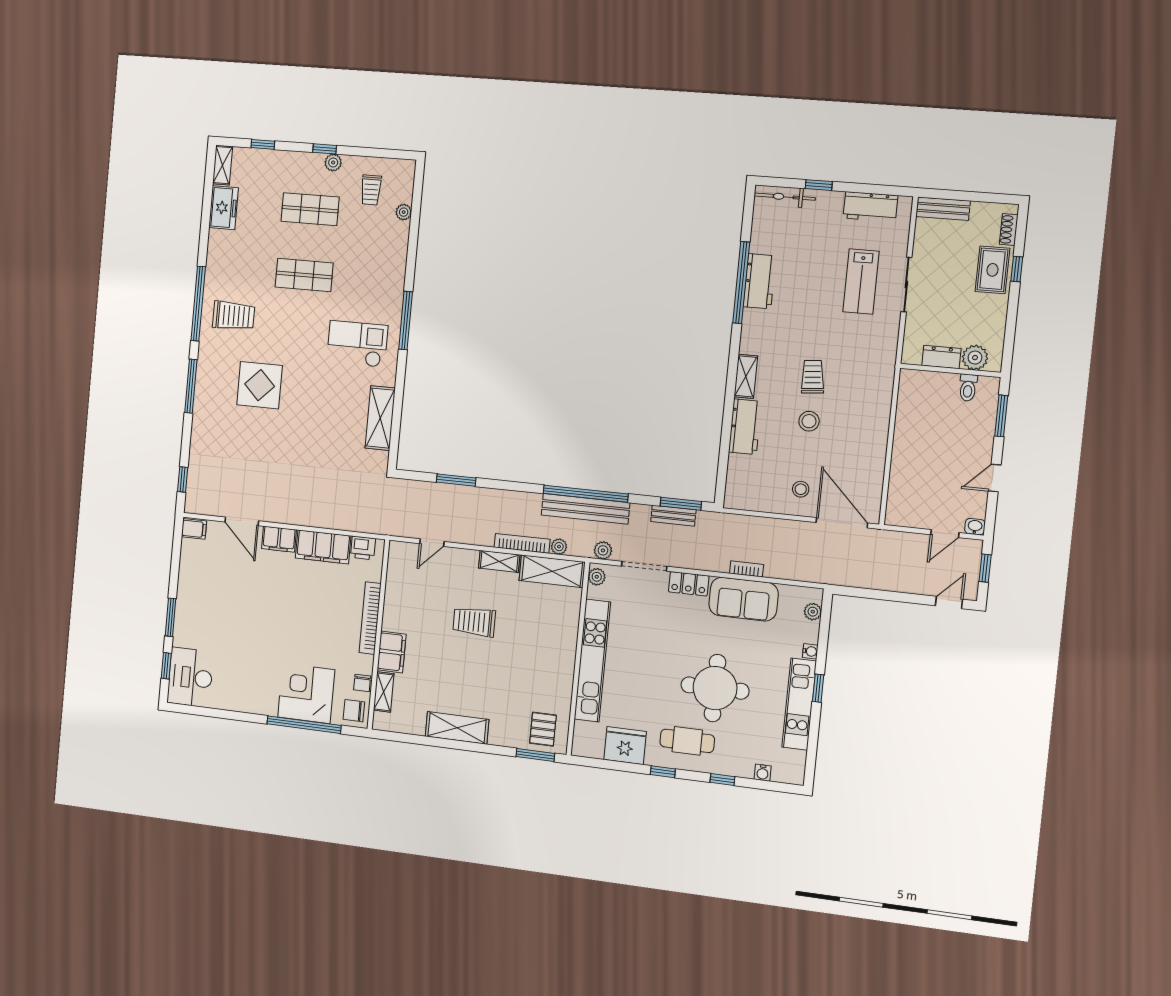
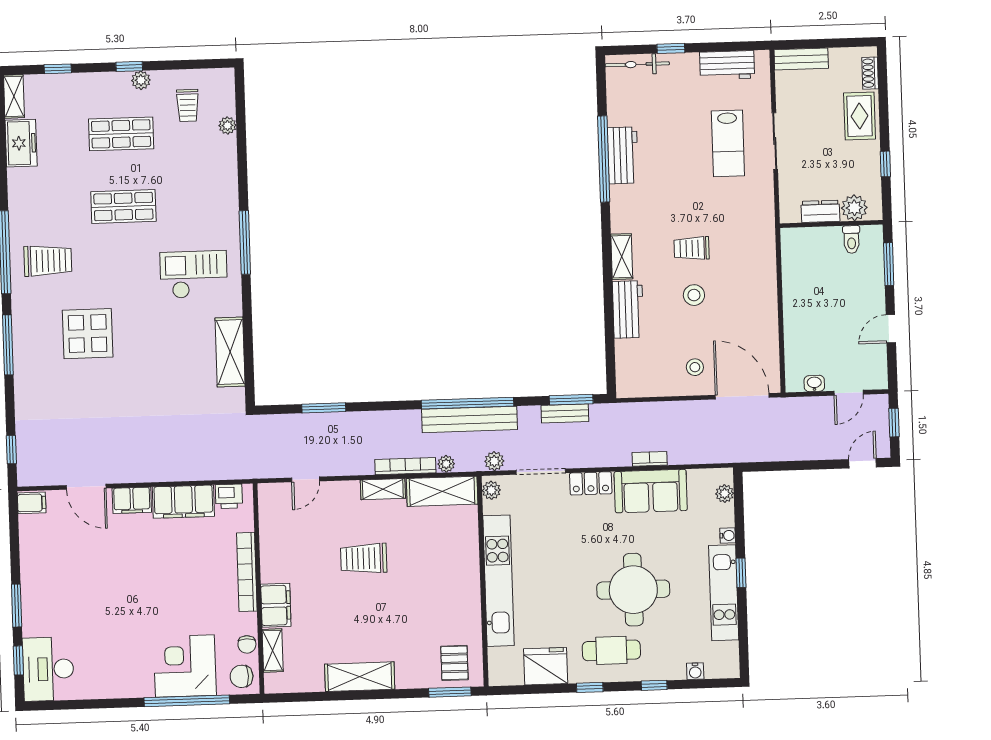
window: (1017, 269) -> (885, 164), moved
trolley: (813, 377) -> (692, 248), turned -85
washbasin: (975, 527) -> (814, 383), moved

